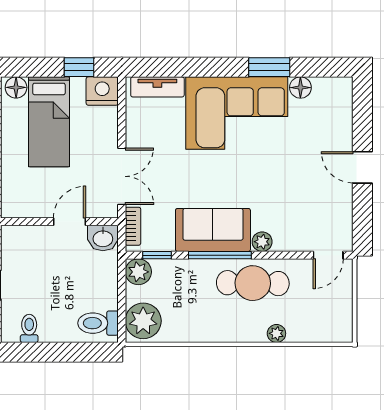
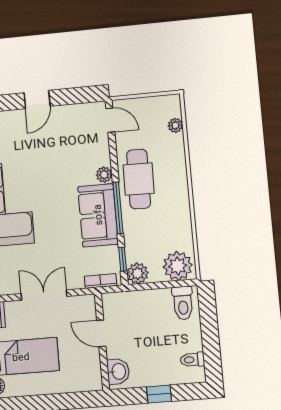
double door: (122, 176) -> (44, 295), moved
washbasin: (103, 238) -> (118, 371), moved
plant: (276, 333) -> (175, 125), moved

